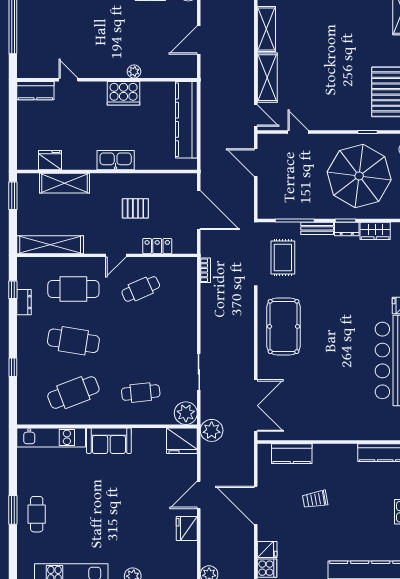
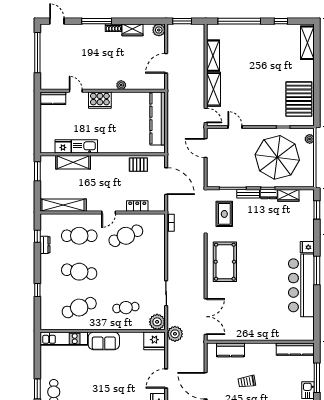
cooker: (124, 93) -> (100, 100), moved
kitchen sink: (116, 160) -> (84, 146), moved
pallet: (135, 208) -> (138, 165), moved
cafe table: (141, 289) -> (126, 236), width x1.37, depth x1.35

